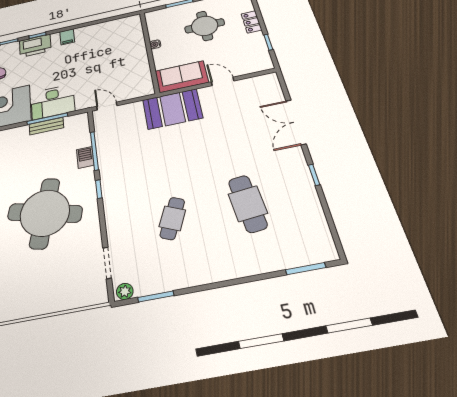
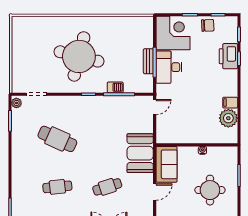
plant: (111, 29) -> (228, 118), added
filing cabinet: (67, 37) -> (230, 103), moved
cafe table: (230, 138) -> (107, 187), added
cafe table: (248, 204) -> (57, 187), width x0.73, depth x0.74
cafe table: (172, 218) -> (57, 139), width x1.37, depth x1.35

